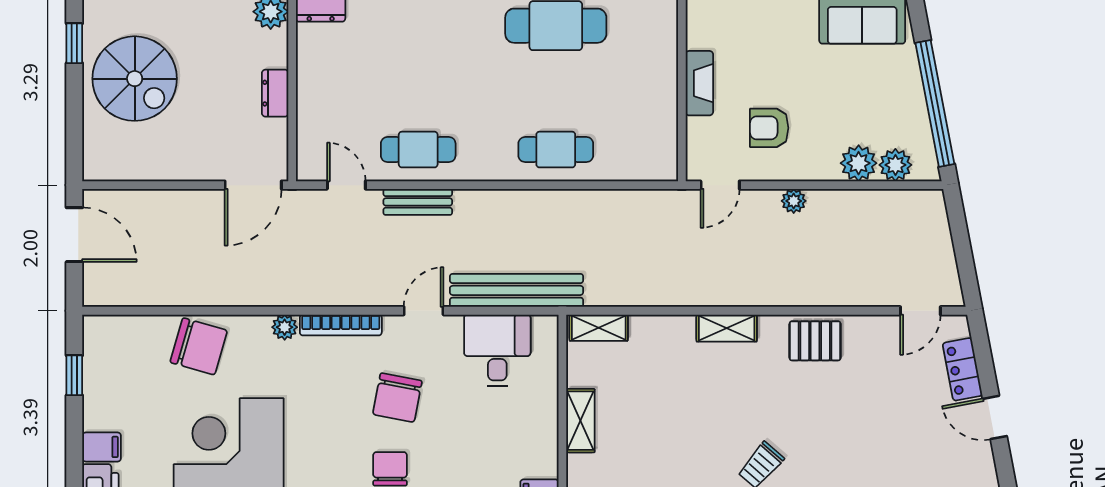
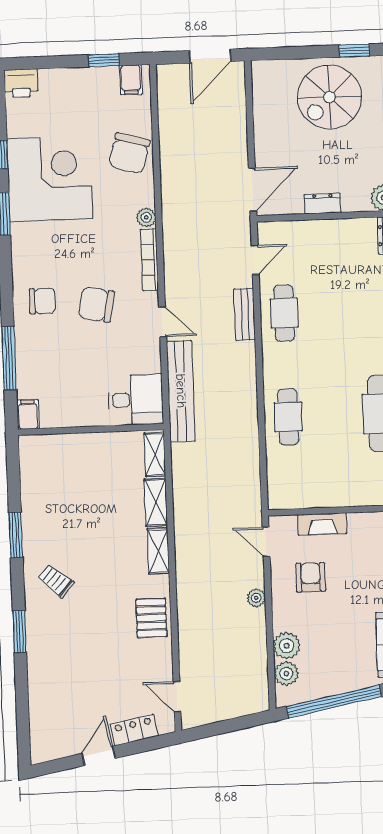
fireplace: (699, 83) -> (322, 524), moved
door: (253, 185) -> (253, 190), swing flipped
desk: (497, 350) -> (136, 400), moved
shelving: (580, 421) -> (156, 502), moved, turned 90
filing cabinet: (102, 447) -> (131, 80), moved

